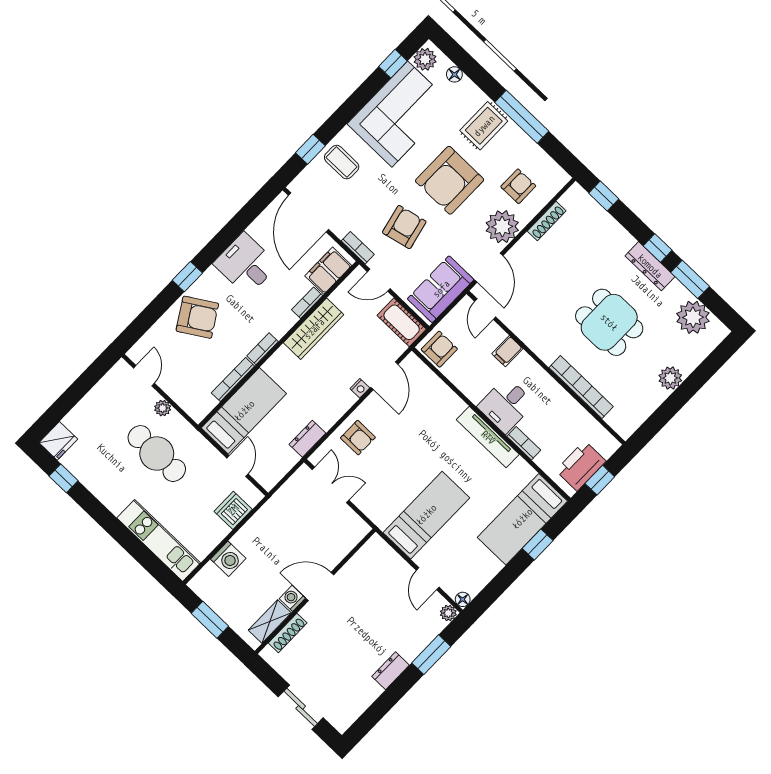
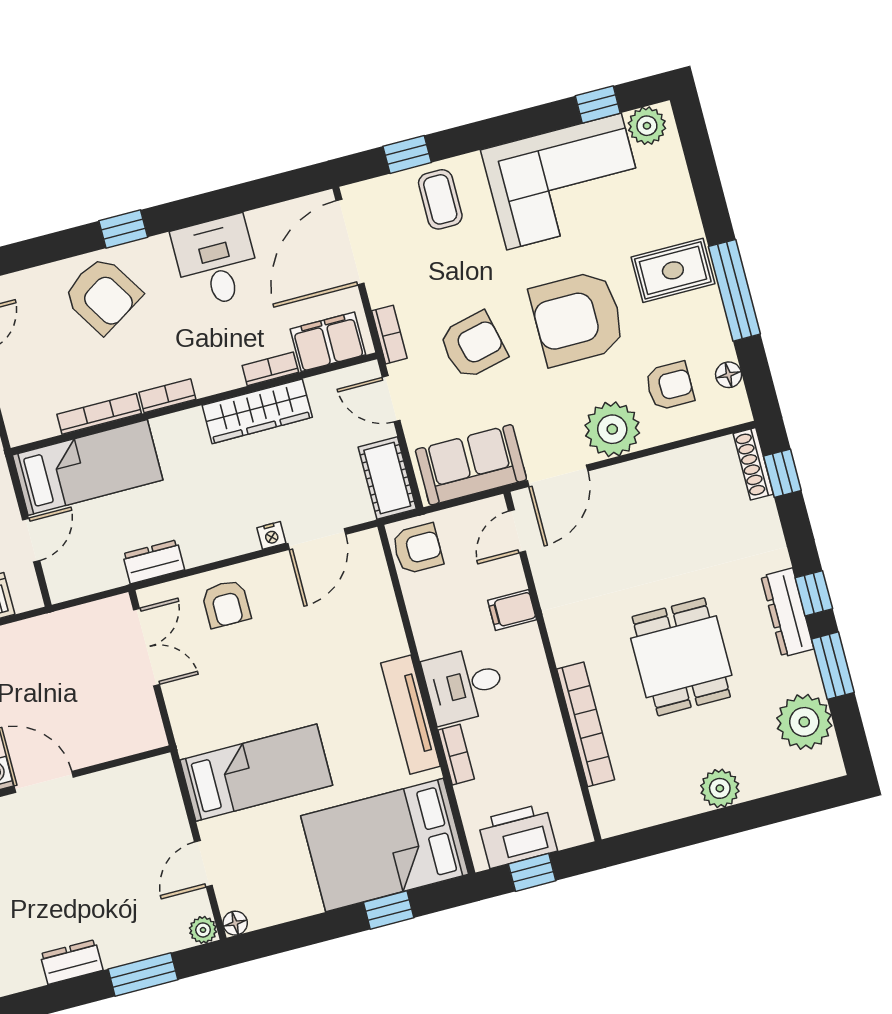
floor lamp: (454, 74) -> (729, 375), moved
shoe rack: (547, 221) -> (753, 464), moved, turned 90
bed: (522, 519) -> (385, 845), width x1.50

